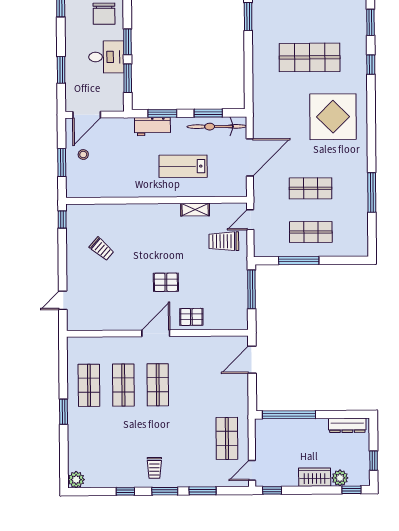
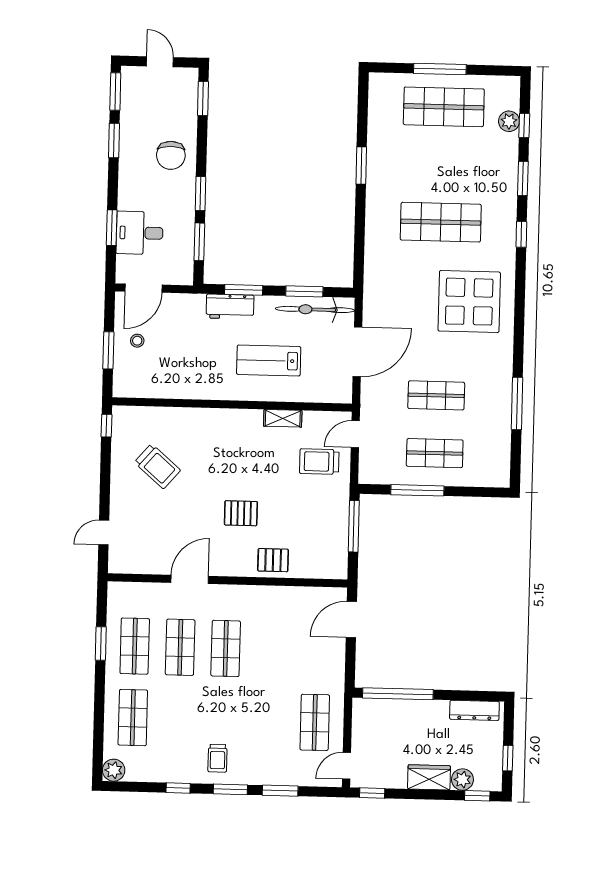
desk: (106, 57) -> (140, 233), moved, turned 180
trolley: (102, 249) -> (157, 466), width x1.36, depth x1.39
door: (156, 333) -> (190, 579), moved
window: (63, 412) -> (101, 644), moved
shop shelf: (89, 439) -> (133, 718), added

